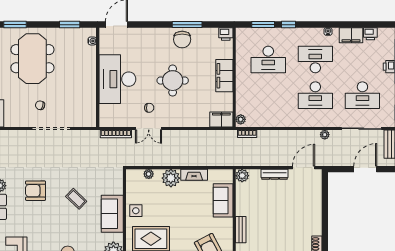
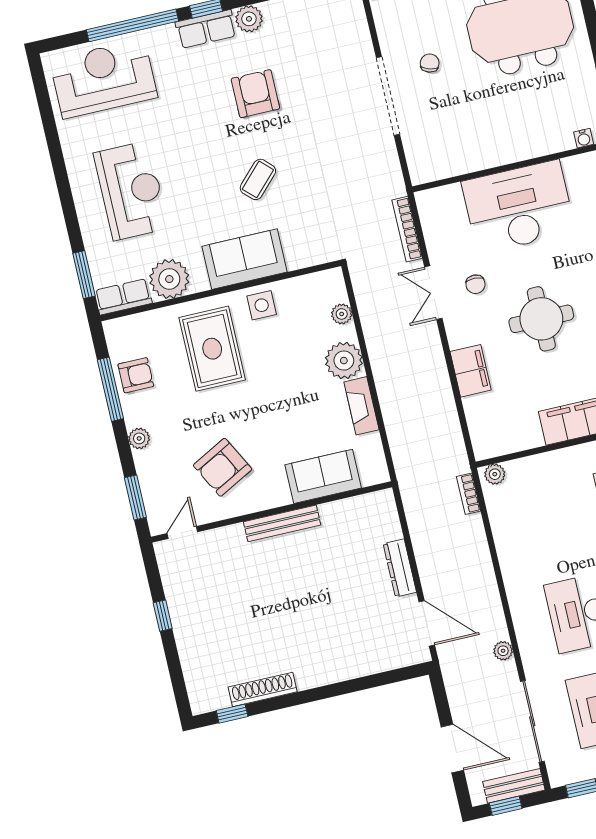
filing cabinet: (221, 119) -> (471, 371), moved
plant: (242, 176) -> (382, 503), removed
bench: (241, 230) -> (282, 523), width x1.36

